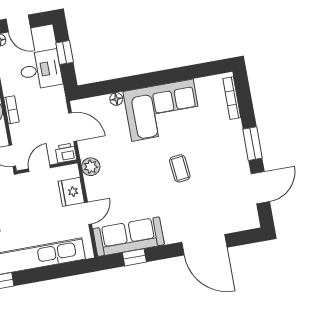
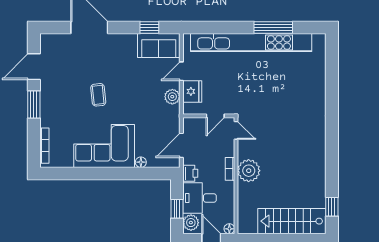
plant: (46, 39) -> (191, 223), added
door: (73, 127) -> (181, 145), hinge flipped
printer: (66, 153) -> (190, 173), moved, turned -90
plant: (91, 167) -> (172, 97), moved
sofa: (129, 237) -> (159, 46), width x0.73

